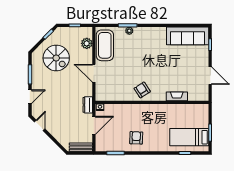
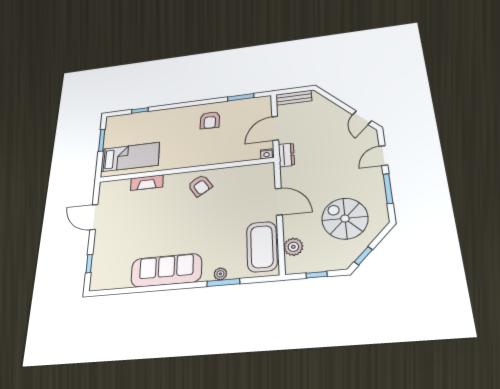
sofa: (188, 36) -> (166, 270), moved
bed: (189, 137) -> (130, 157), moved

